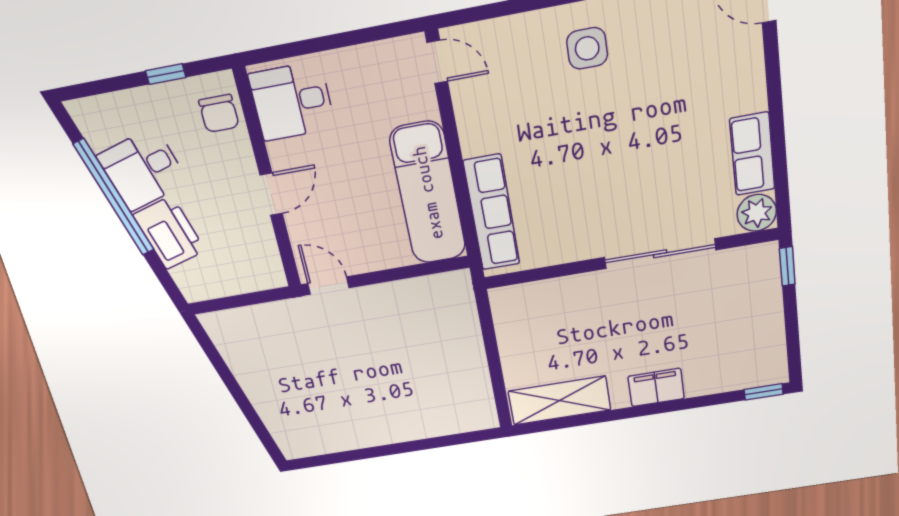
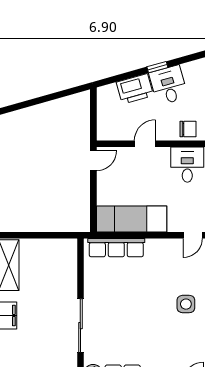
chair: (219, 113) -> (188, 129), turned 180
door: (271, 194) -> (145, 144), swing flipped
window: (114, 197) -> (157, 67), width x0.32

